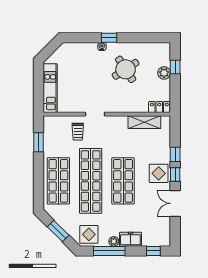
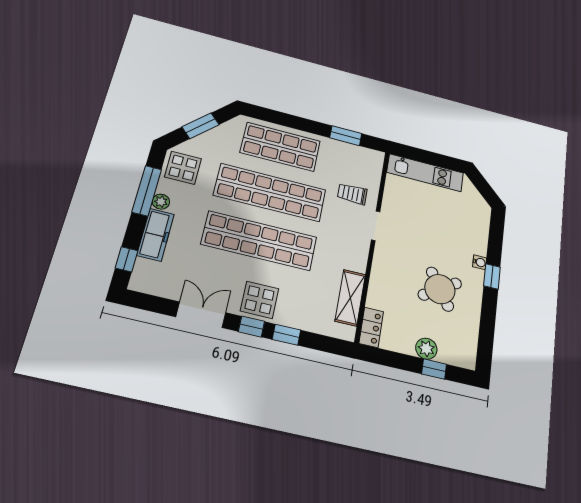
shop shelf: (123, 181) -> (259, 241), width x1.40
freezer: (130, 239) -> (156, 235), width x1.40

